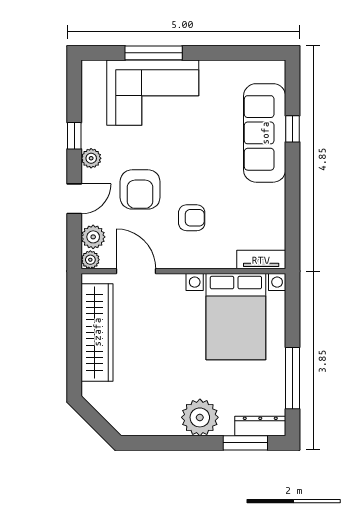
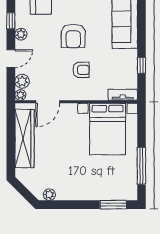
window: (293, 129) -> (141, 66), moved
armchair: (140, 189) -> (73, 36), moved
door: (136, 271) -> (48, 102), swing flipped
plant: (200, 417) -> (49, 195), moved, width x0.53, depth x0.53
dresser: (260, 426) -> (122, 195), removed

